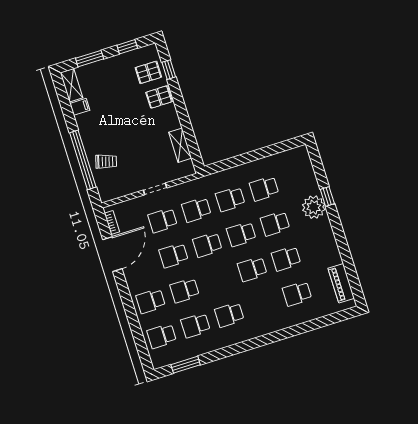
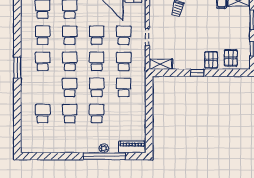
window: (169, 70) -> (197, 73), moved
shelving: (180, 145) -> (161, 64), moved
school desk: (264, 189) -> (70, 61), moved
window: (327, 196) -> (104, 156), width x3.17
plant: (314, 207) -> (104, 148), width x0.53, depth x0.53
piano: (341, 283) -> (132, 147), moved
window: (186, 365) -> (17, 68), moved

